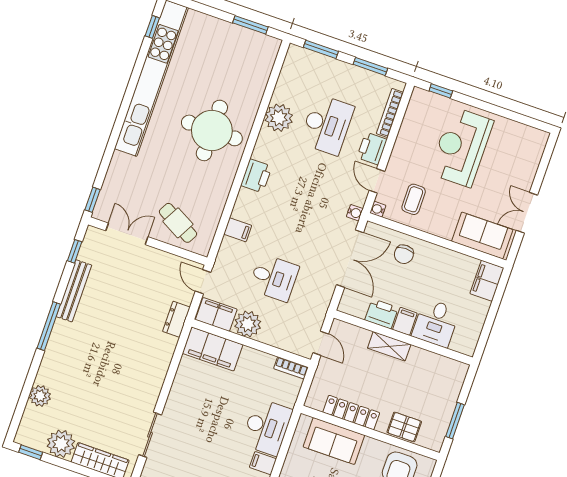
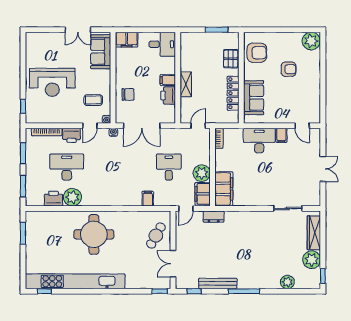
printer: (256, 176) -> (54, 199), moved
double door: (350, 259) -> (142, 126), swing flipped
desk: (436, 323) -> (162, 44), moved

